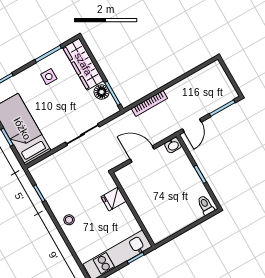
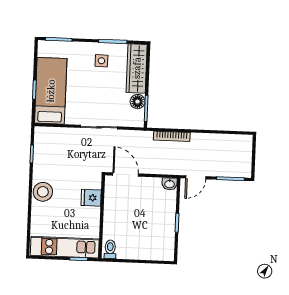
door: (142, 154) -> (126, 174), moved
toilet: (206, 205) -> (110, 249), moved
stool: (69, 220) -> (43, 192), width x1.89, depth x1.89

